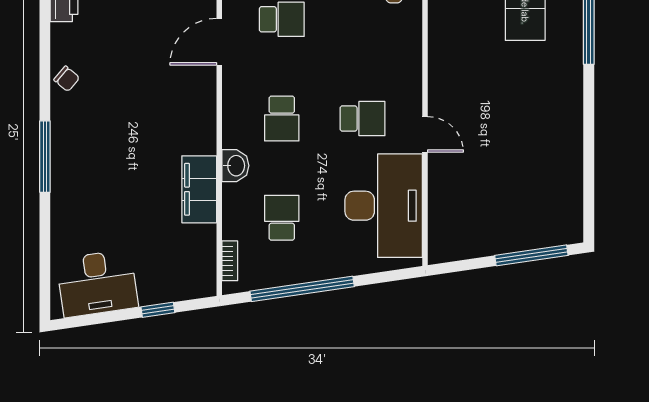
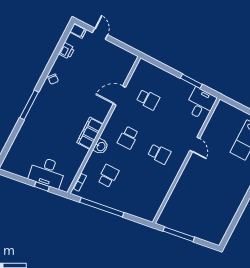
door: (425, 134) -> (195, 144), moved
filing cabinet: (199, 189) -> (90, 133), moved
desk: (384, 206) -> (150, 192), removed
window: (531, 255) -> (179, 234), moved
desk: (97, 283) -> (47, 172), moved

